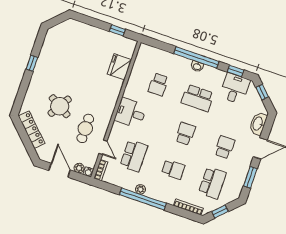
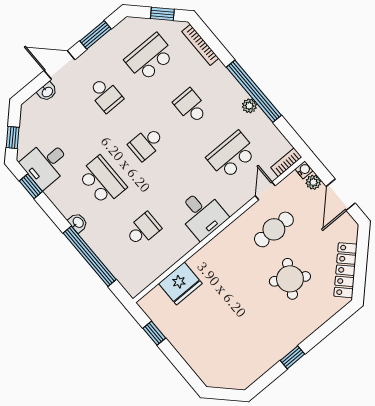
window: (196, 57) -> (90, 256), moved
washbasin: (258, 124) -> (47, 92), width x0.52, depth x0.69
school desk: (225, 147) -> (105, 95), turned -90

